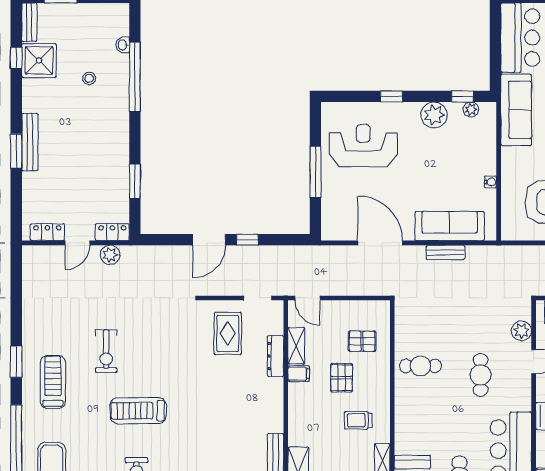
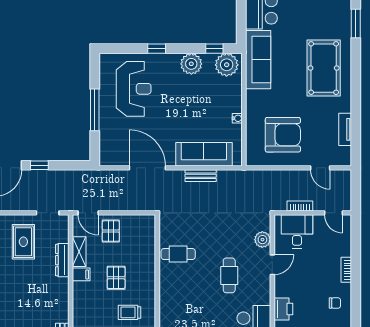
plant: (471, 110) -> (227, 65), width x1.88, depth x1.88
reception desk: (363, 146) -> (134, 89), turned 90
pallet: (362, 341) -> (111, 231), moved, turned 90
cafe table: (420, 366) -> (178, 254), moved

